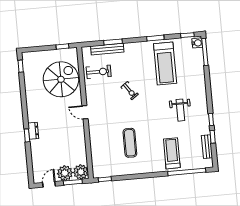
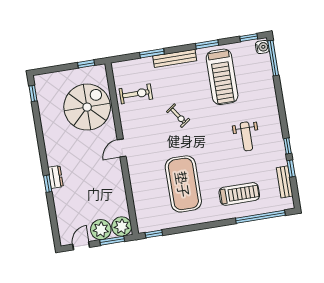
bench: (107, 49) -> (175, 58), moved
door: (85, 112) -> (122, 148), hinge flipped
exercise mat: (130, 143) -> (183, 184), width x2.00, depth x1.45
treadmill: (172, 153) -> (239, 194), turned 90

